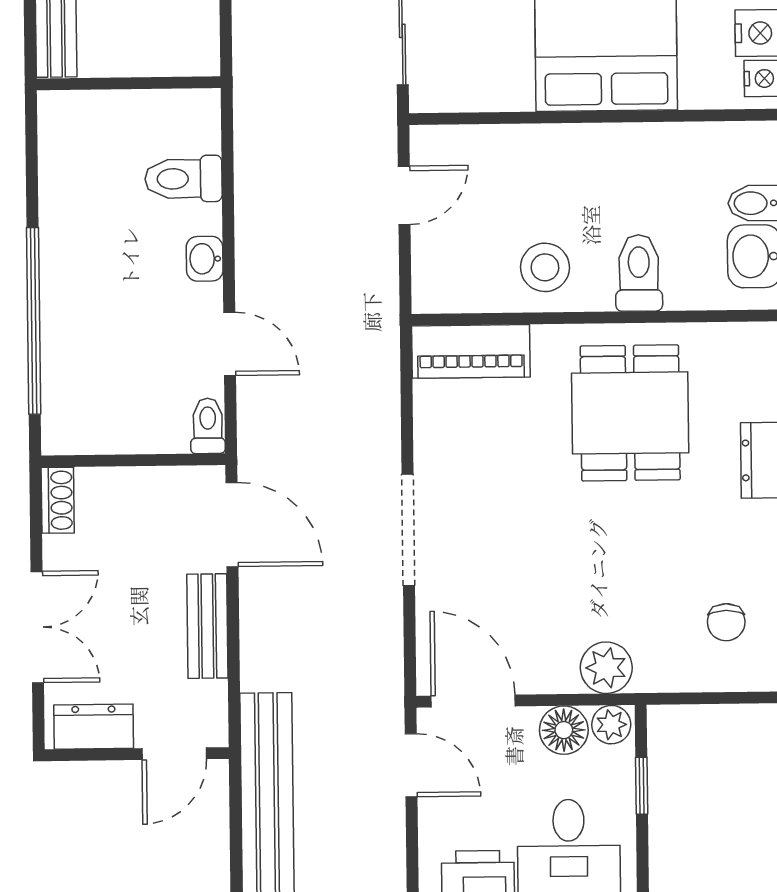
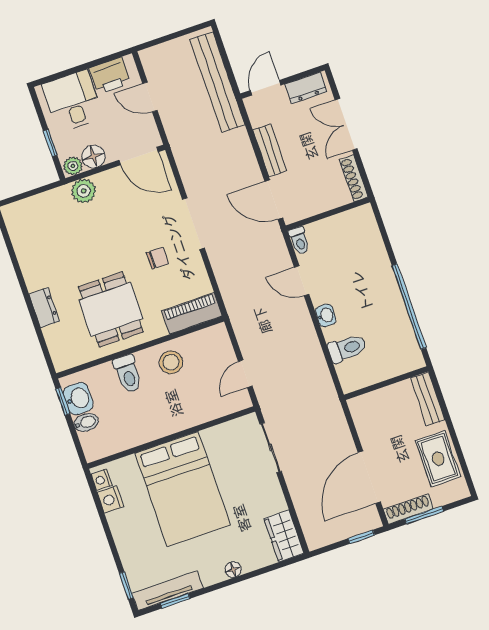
window: (34, 321) -> (409, 307), moved
shoe rack: (58, 500) -> (354, 178), width x1.43
chair: (726, 622) -> (158, 258), moved, turned 90
door: (411, 765) -> (150, 97), moved

